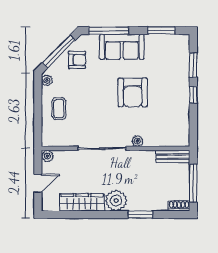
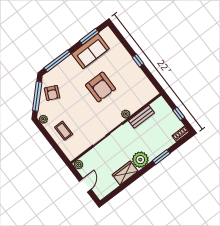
sofa: (122, 47) -> (90, 51), moved
armchair: (77, 60) -> (52, 93), turned 115
window: (193, 65) -> (124, 43), removed
bench: (173, 156) -> (142, 117), moved
window: (193, 183) -> (179, 114), width x0.46
wardrobe: (82, 202) -> (125, 173), width x0.67

